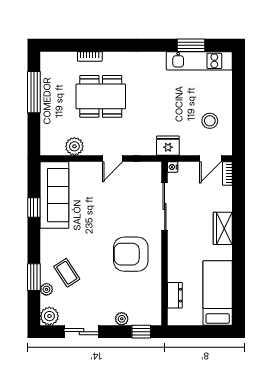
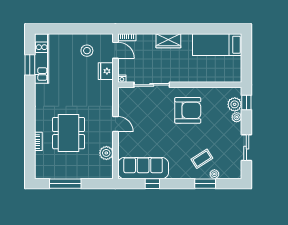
fridge: (168, 146) -> (106, 71), moved
armchair: (131, 254) -> (188, 110), turned -90
dresser: (175, 295) -> (219, 77), removed
plant: (49, 316) -> (235, 104), moved

